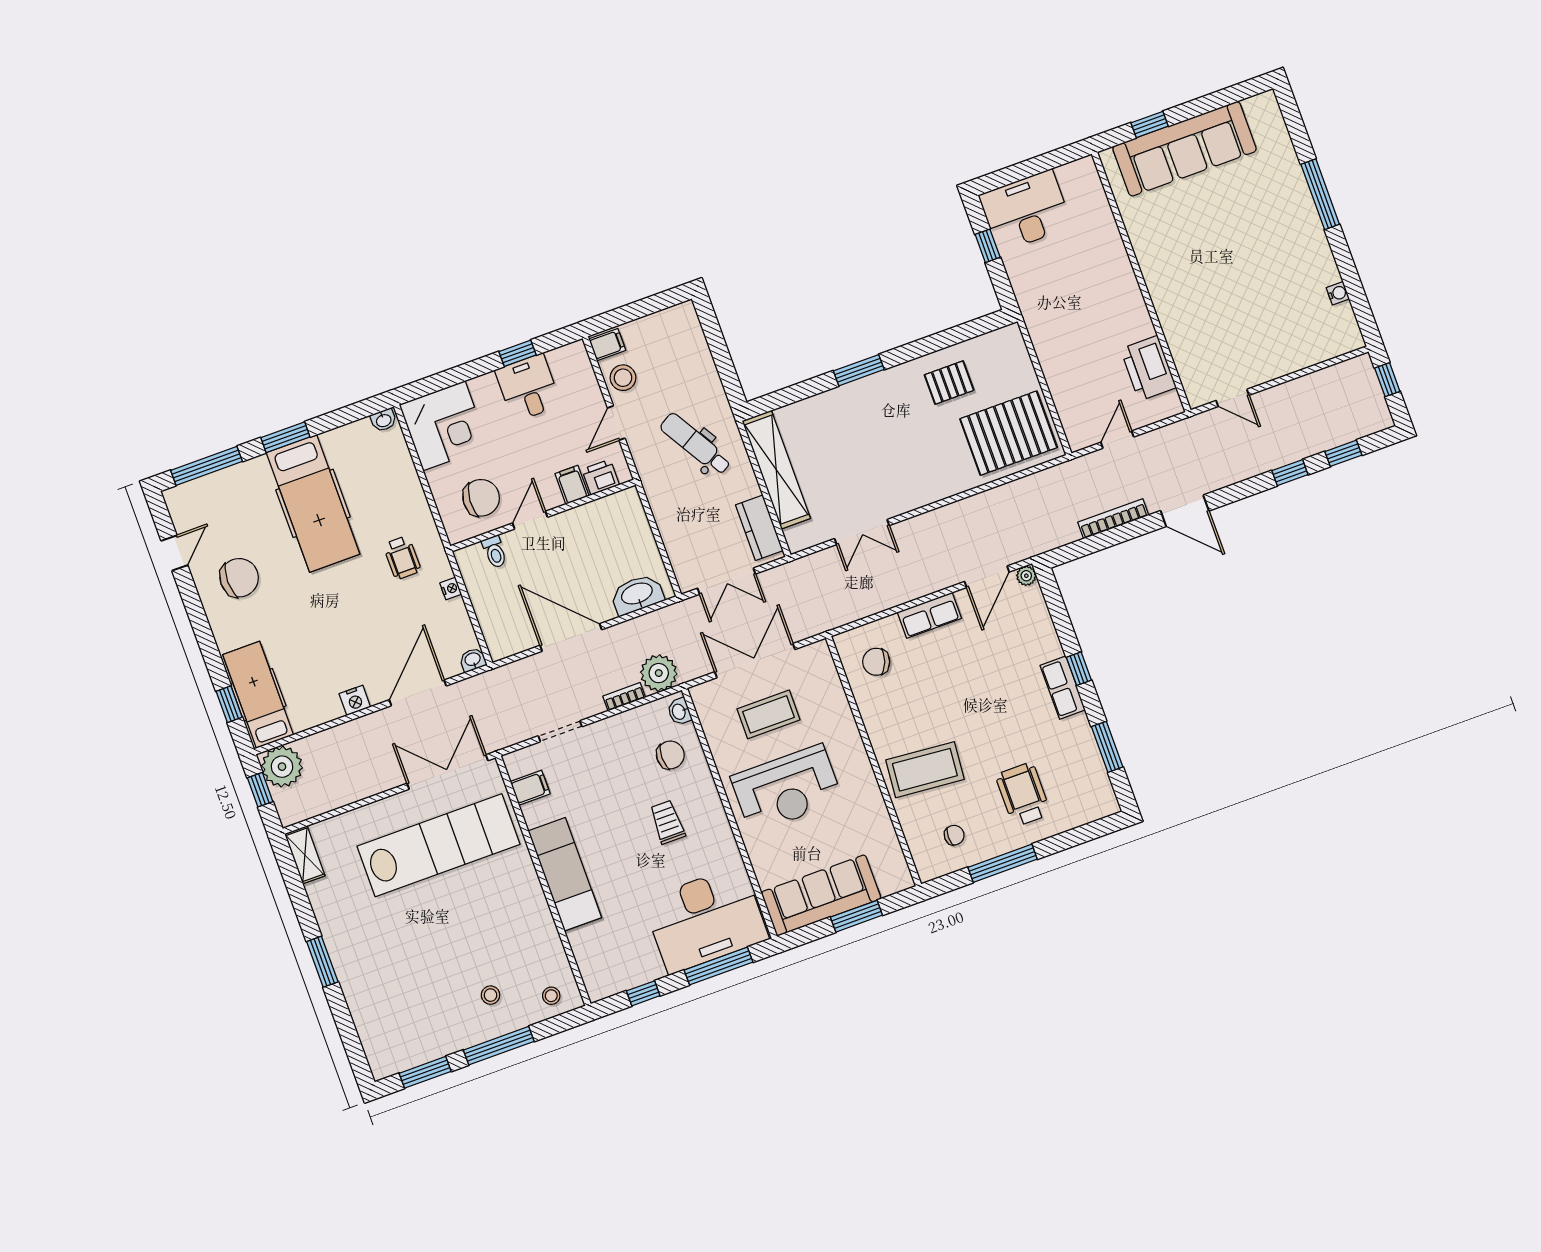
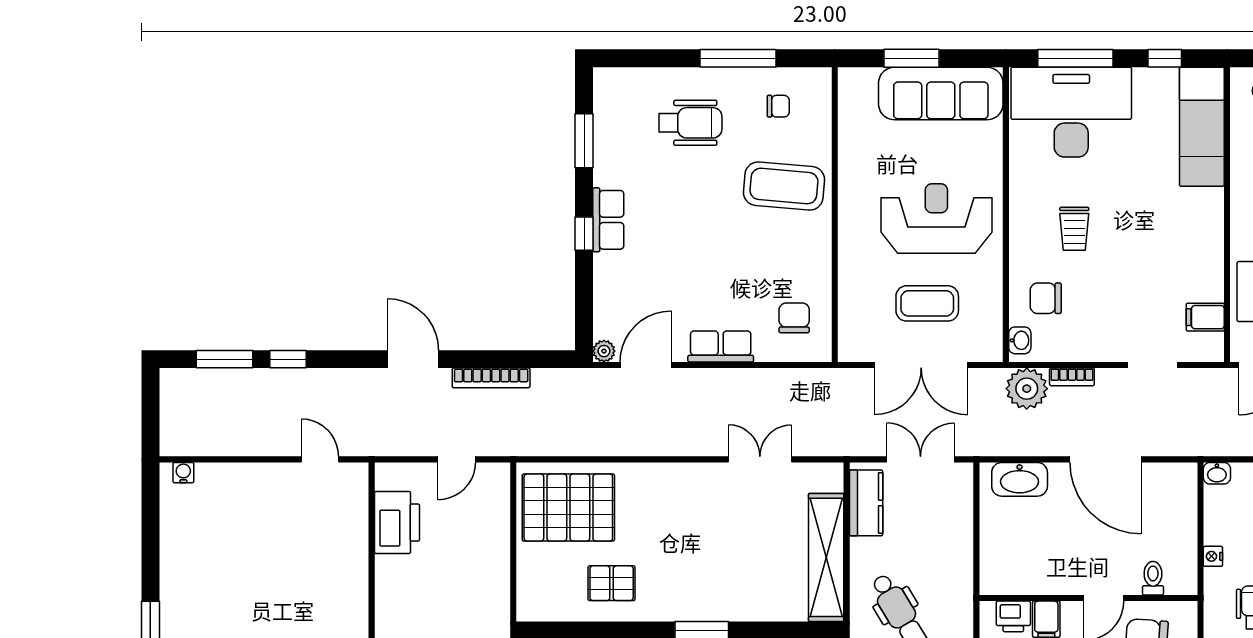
water cooler: (1338, 293) -> (183, 473), moved, turned 90
window: (1387, 380) -> (150, 420), removed
window: (1343, 453) -> (224, 359), width x1.50
chair: (876, 662) -> (794, 318), turned -110
wheelchair: (1023, 794) -> (690, 123), turned -90
chair: (954, 835) -> (778, 106), turned 180
exam couch: (565, 874) -> (1202, 127), moved

